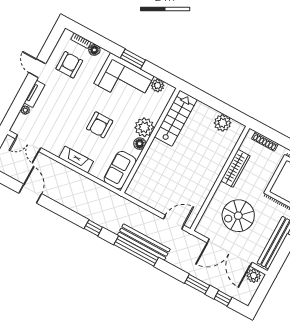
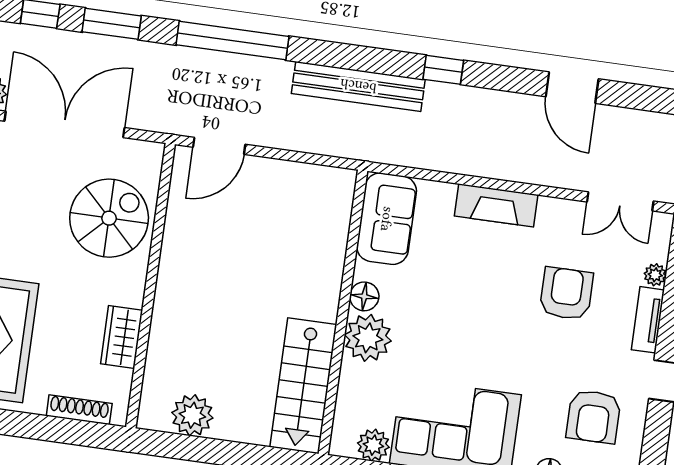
armchair: (100, 125) -> (566, 294), moved
double door: (28, 143) -> (620, 201), swing flipped
wardrobe: (235, 168) -> (122, 337), width x0.67
spiral stairs: (238, 216) -> (109, 218), moved
window: (93, 228) -> (443, 70), moved
bench: (144, 242) -> (358, 86), moved
window: (136, 251) -> (232, 41), moved

